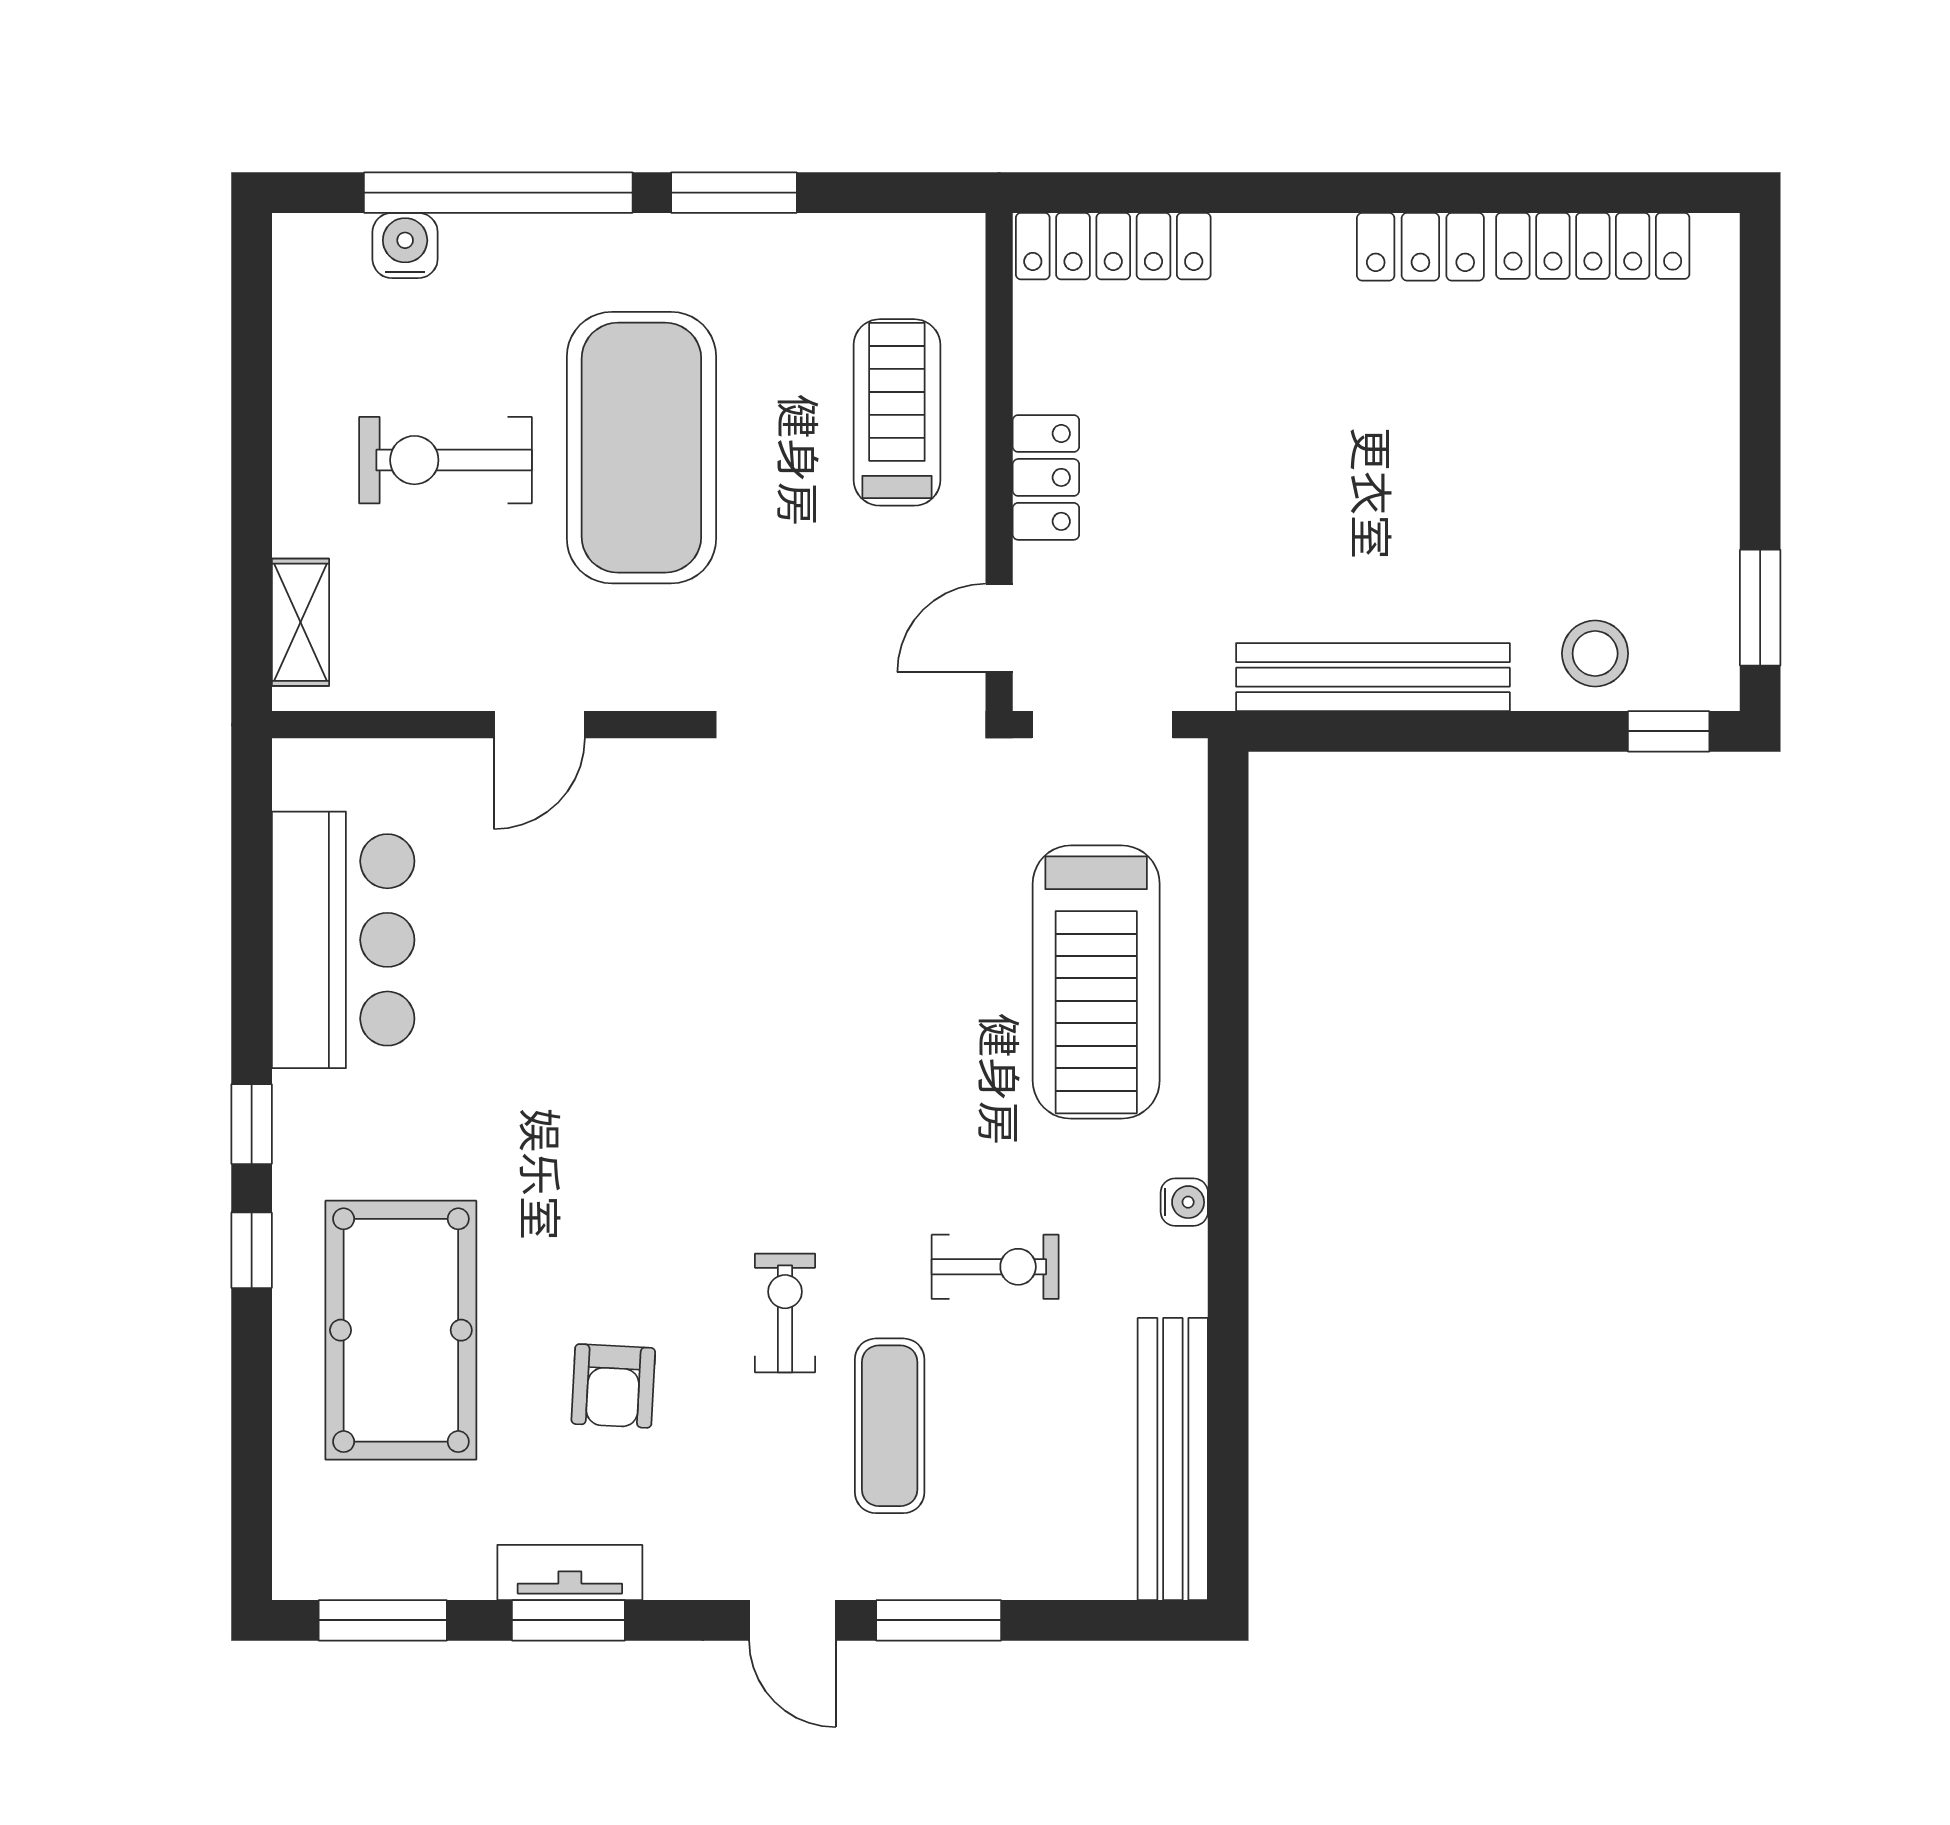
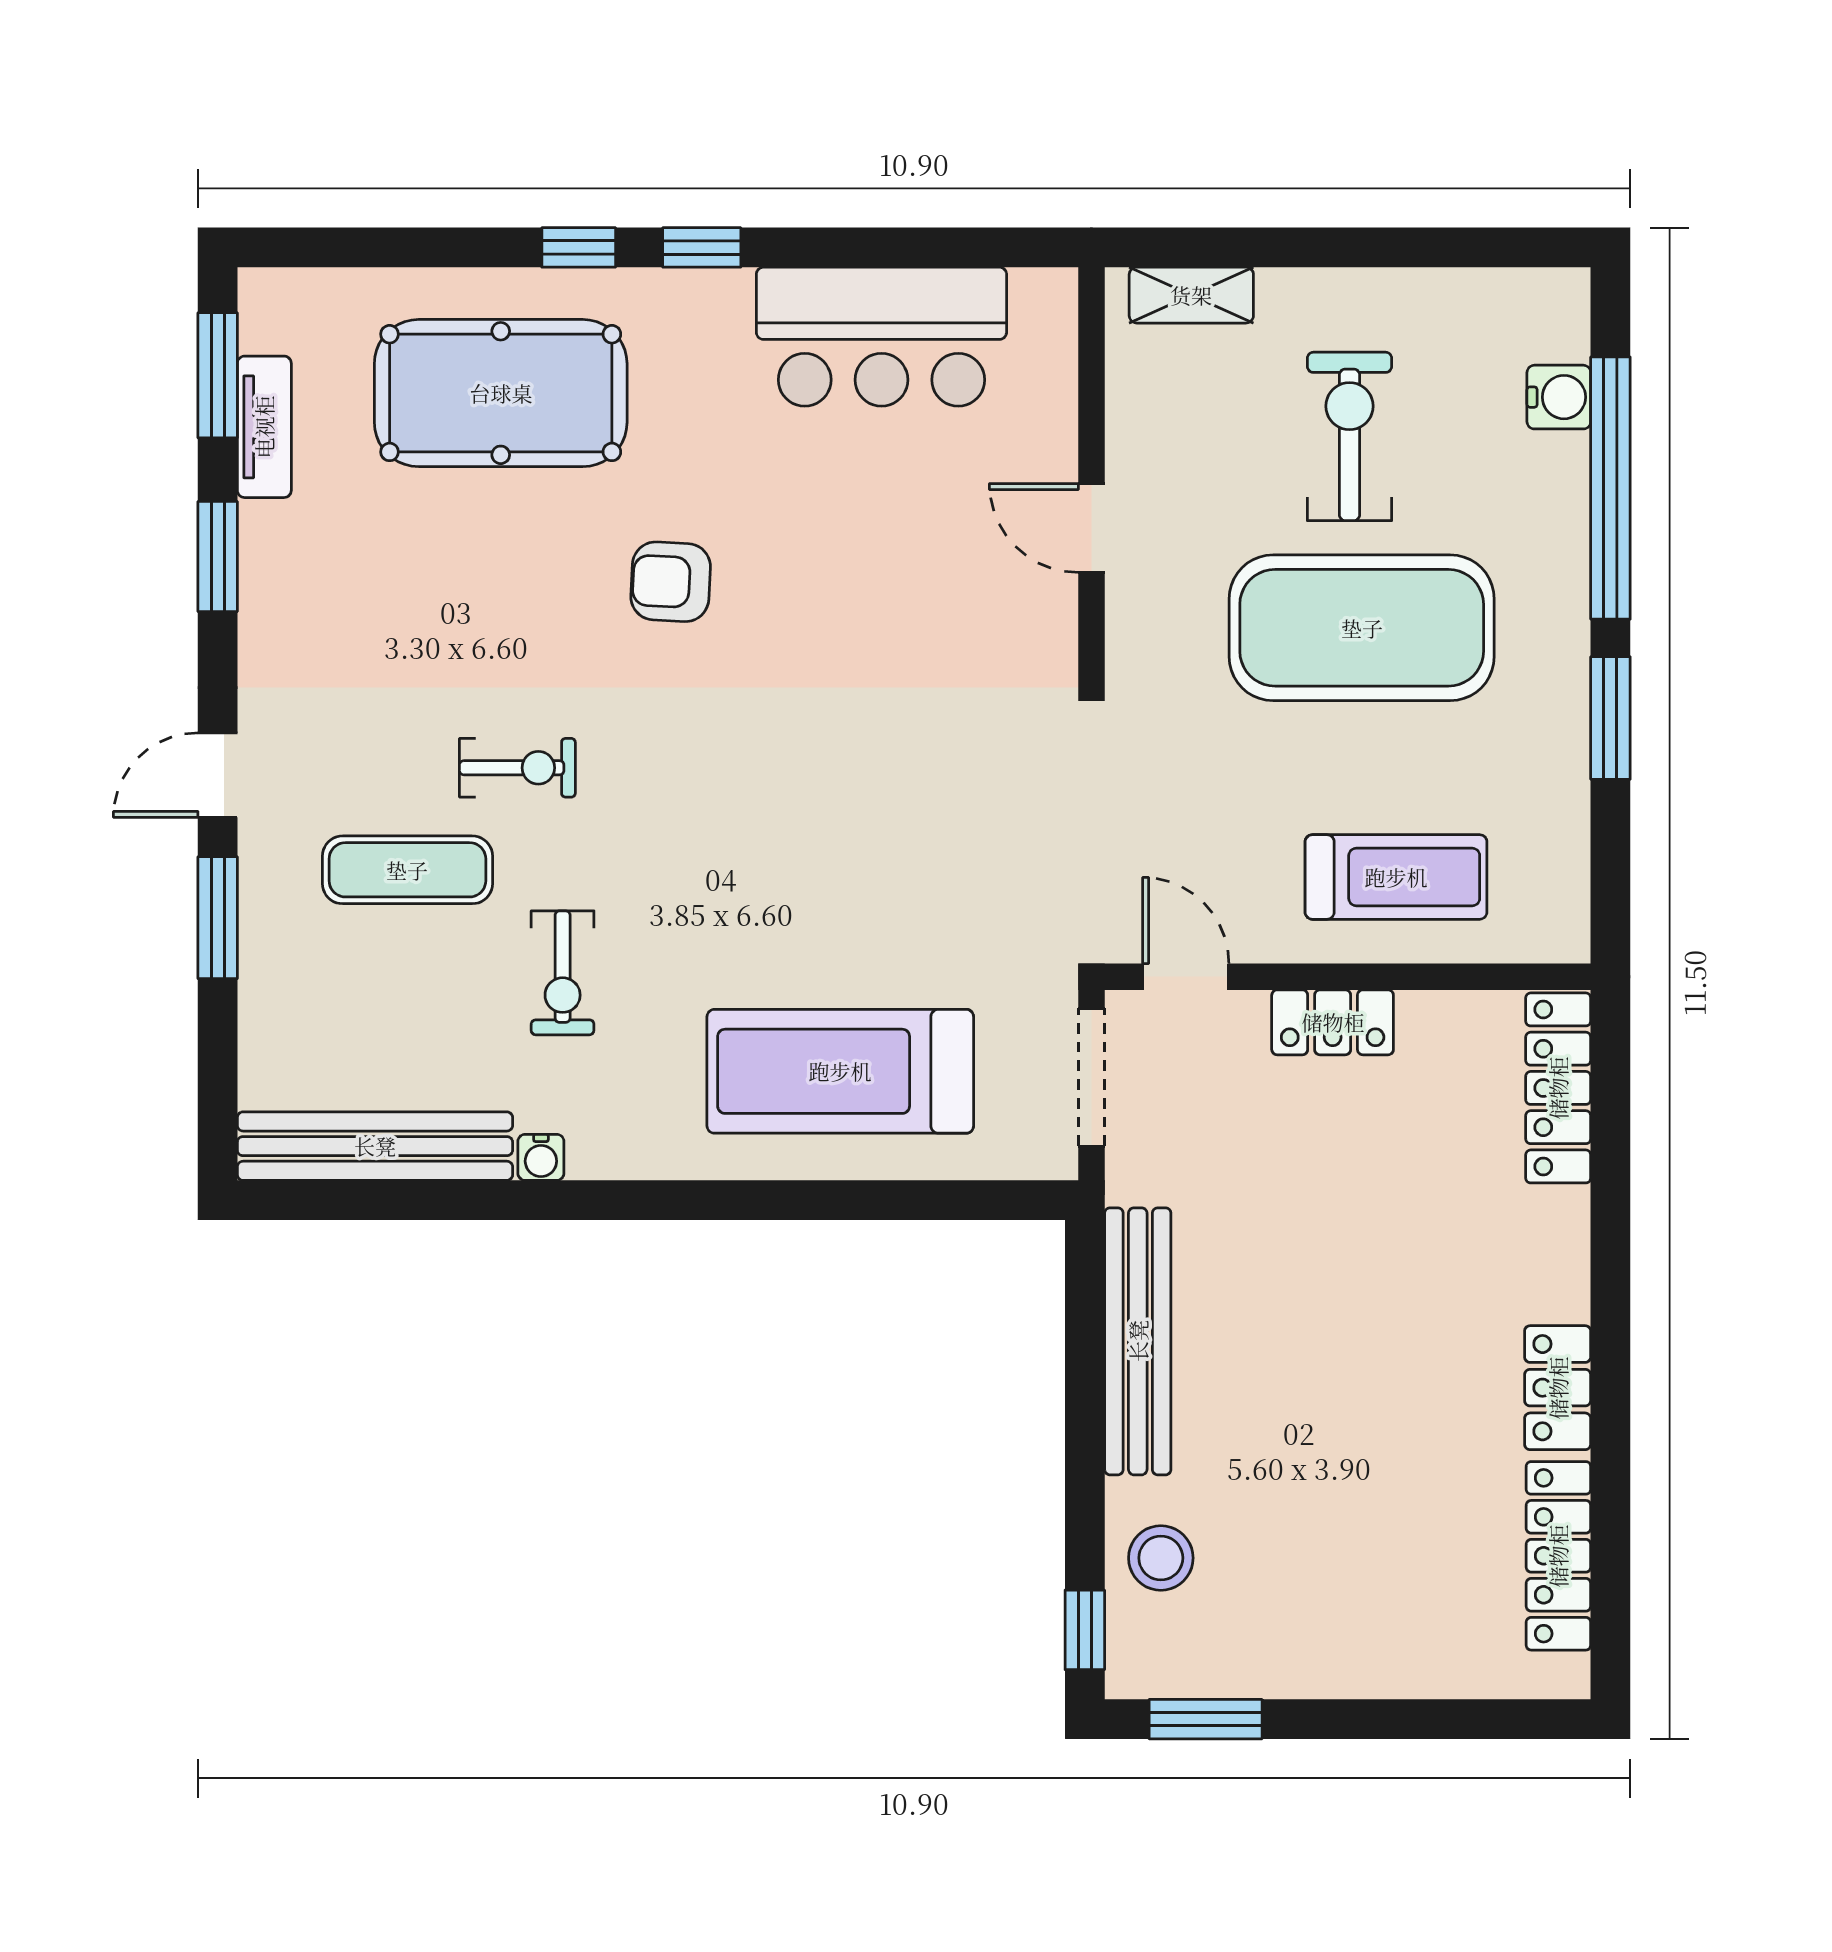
water cooler: (1184, 1202) -> (541, 1157), moved
armchair: (613, 1386) -> (671, 582), moved
tv unit: (570, 1572) -> (264, 427), moved

